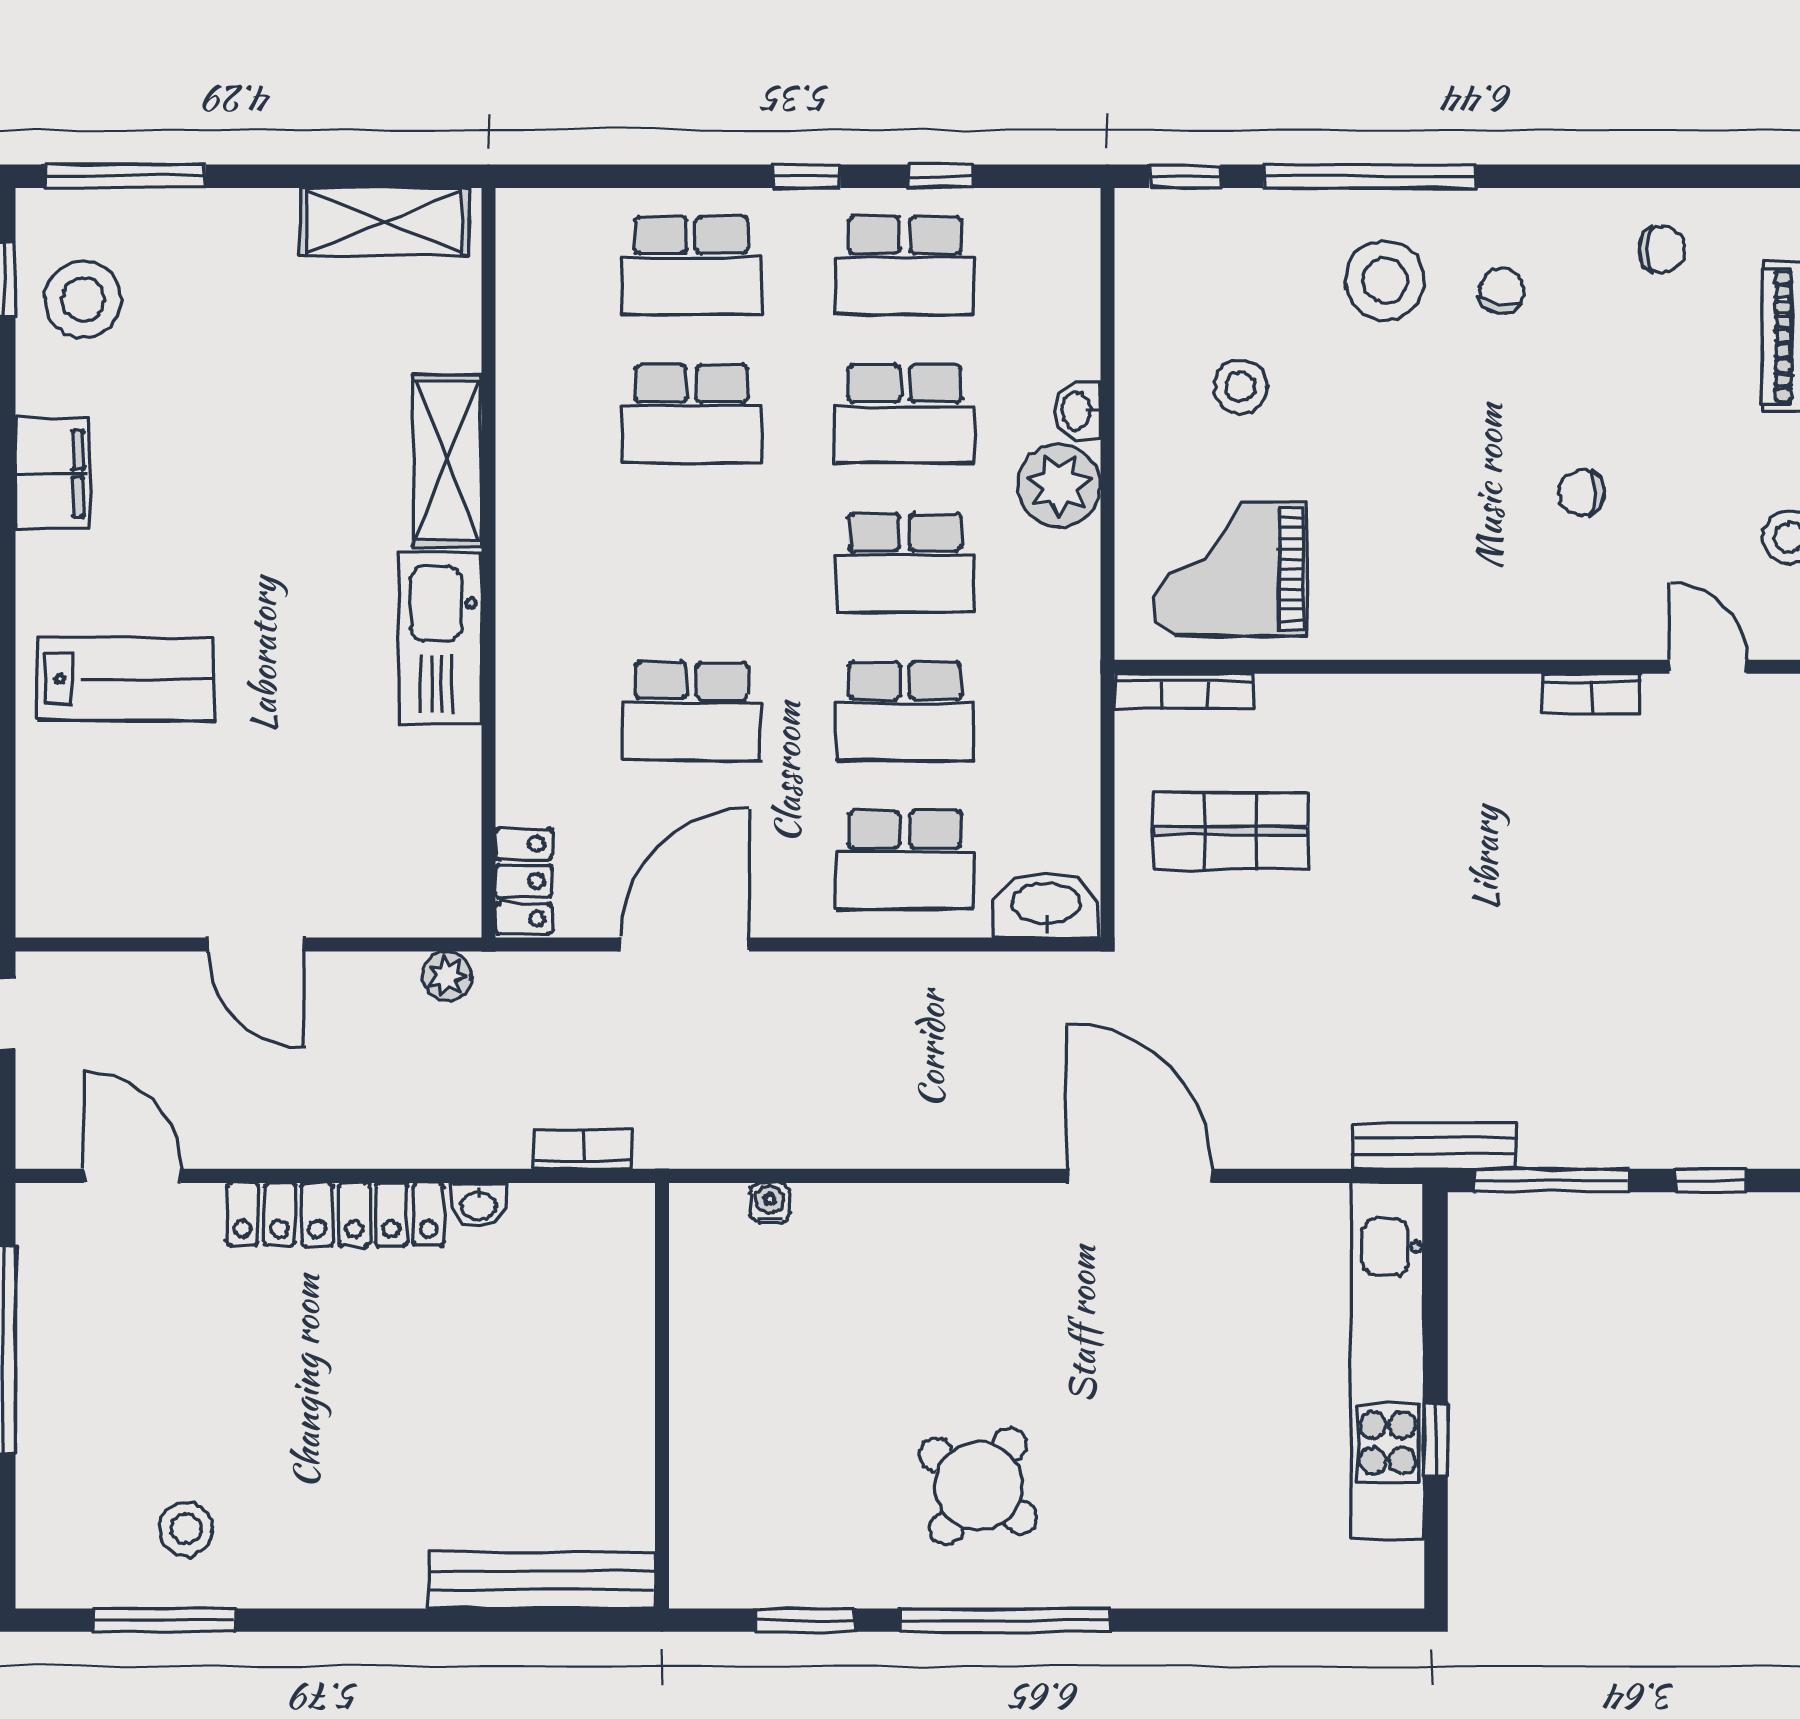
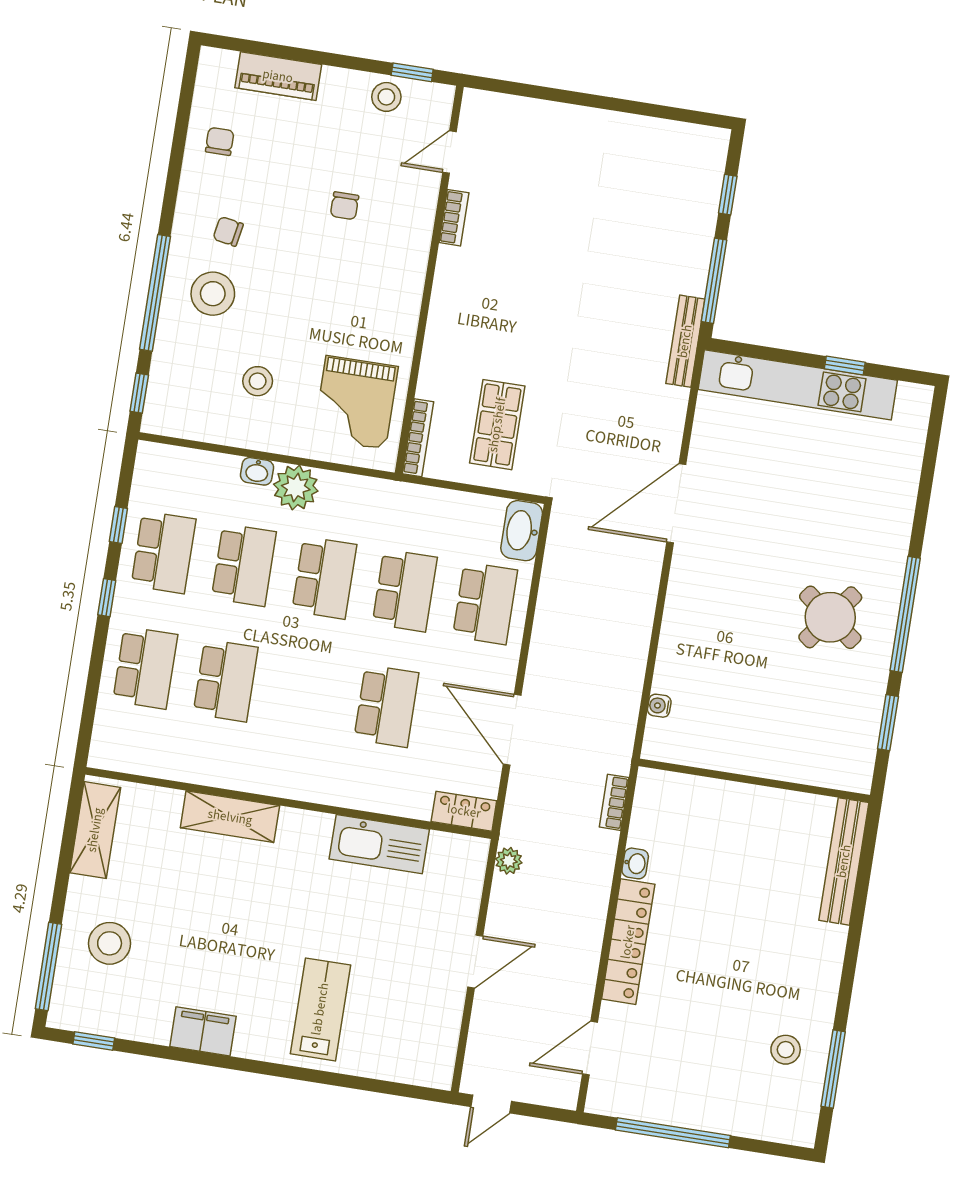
stool: (83, 299) -> (110, 943), moved
kitchen sink: (440, 638) -> (379, 844), moved

